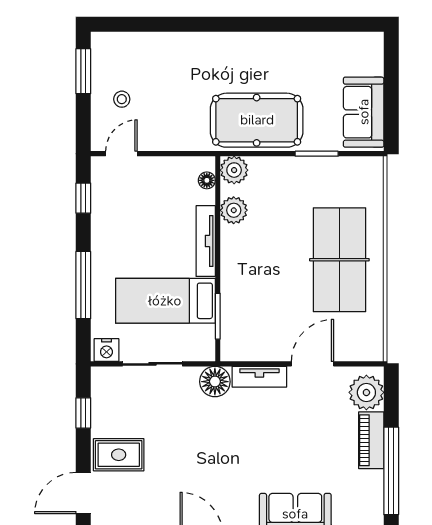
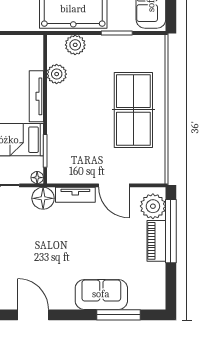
plant: (234, 170) -> (75, 45), moved
floor lamp: (207, 180) -> (37, 178), moved
door: (312, 364) -> (114, 185), swing flipped
window: (391, 471) -> (171, 231), moved

